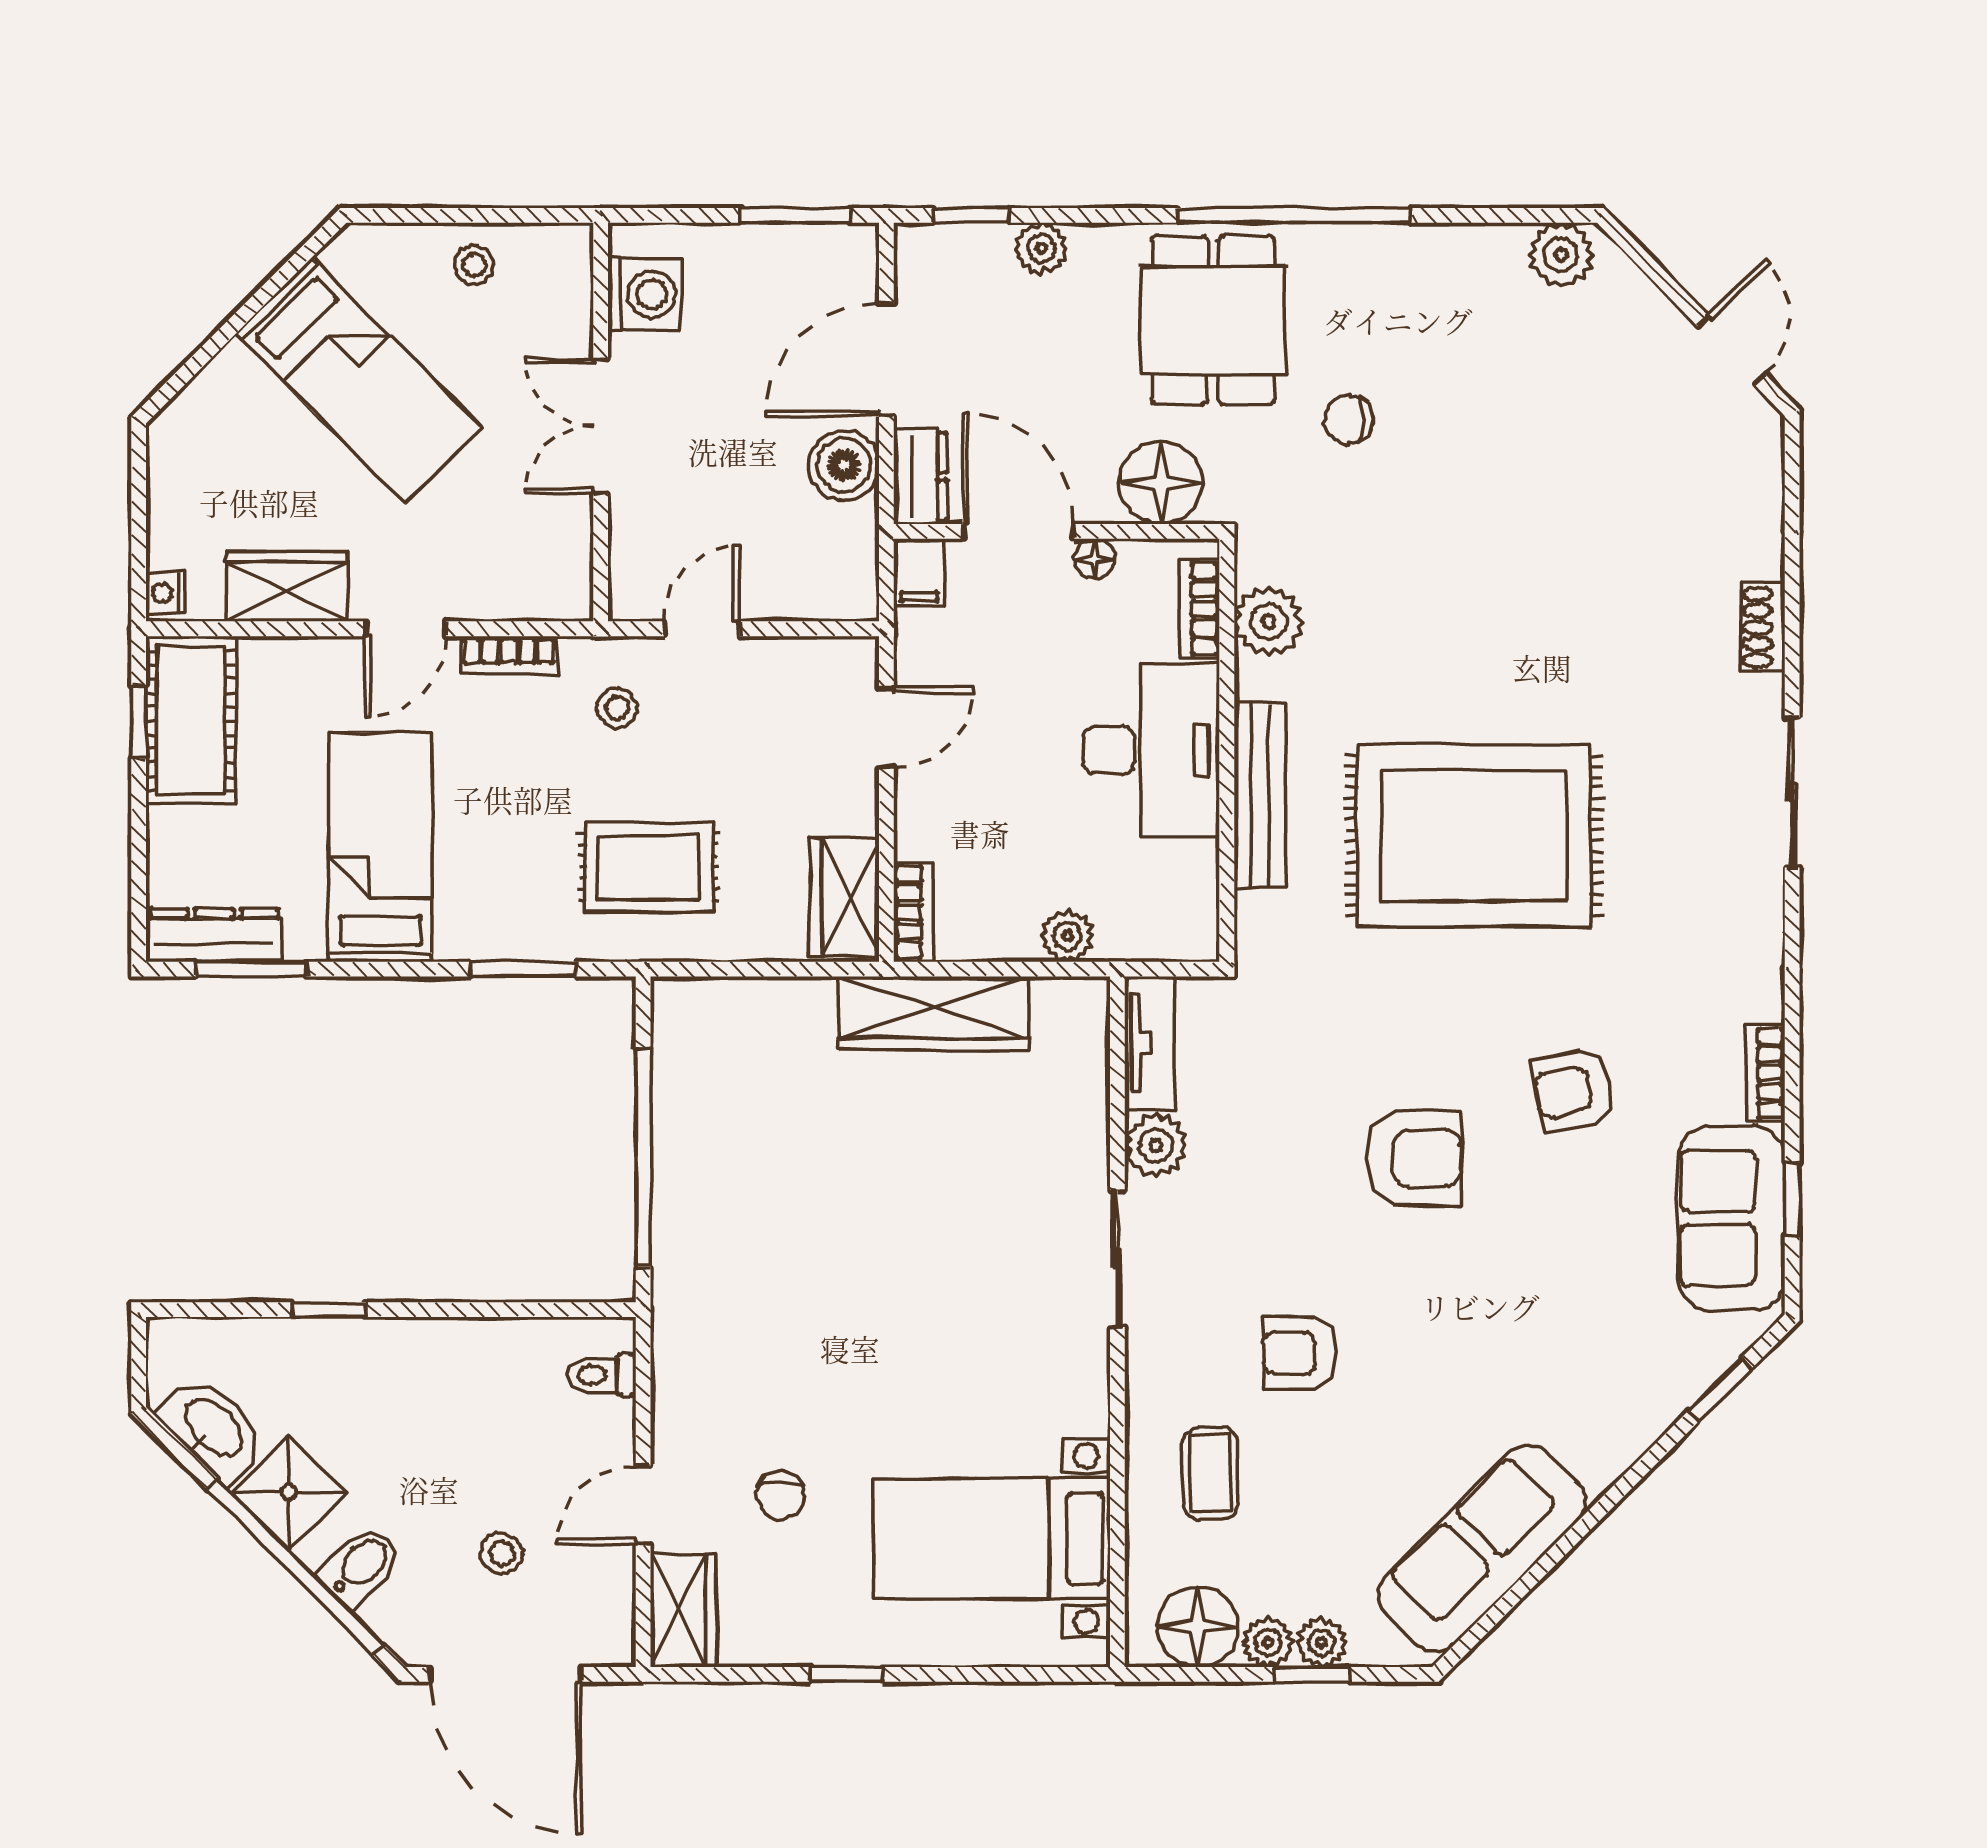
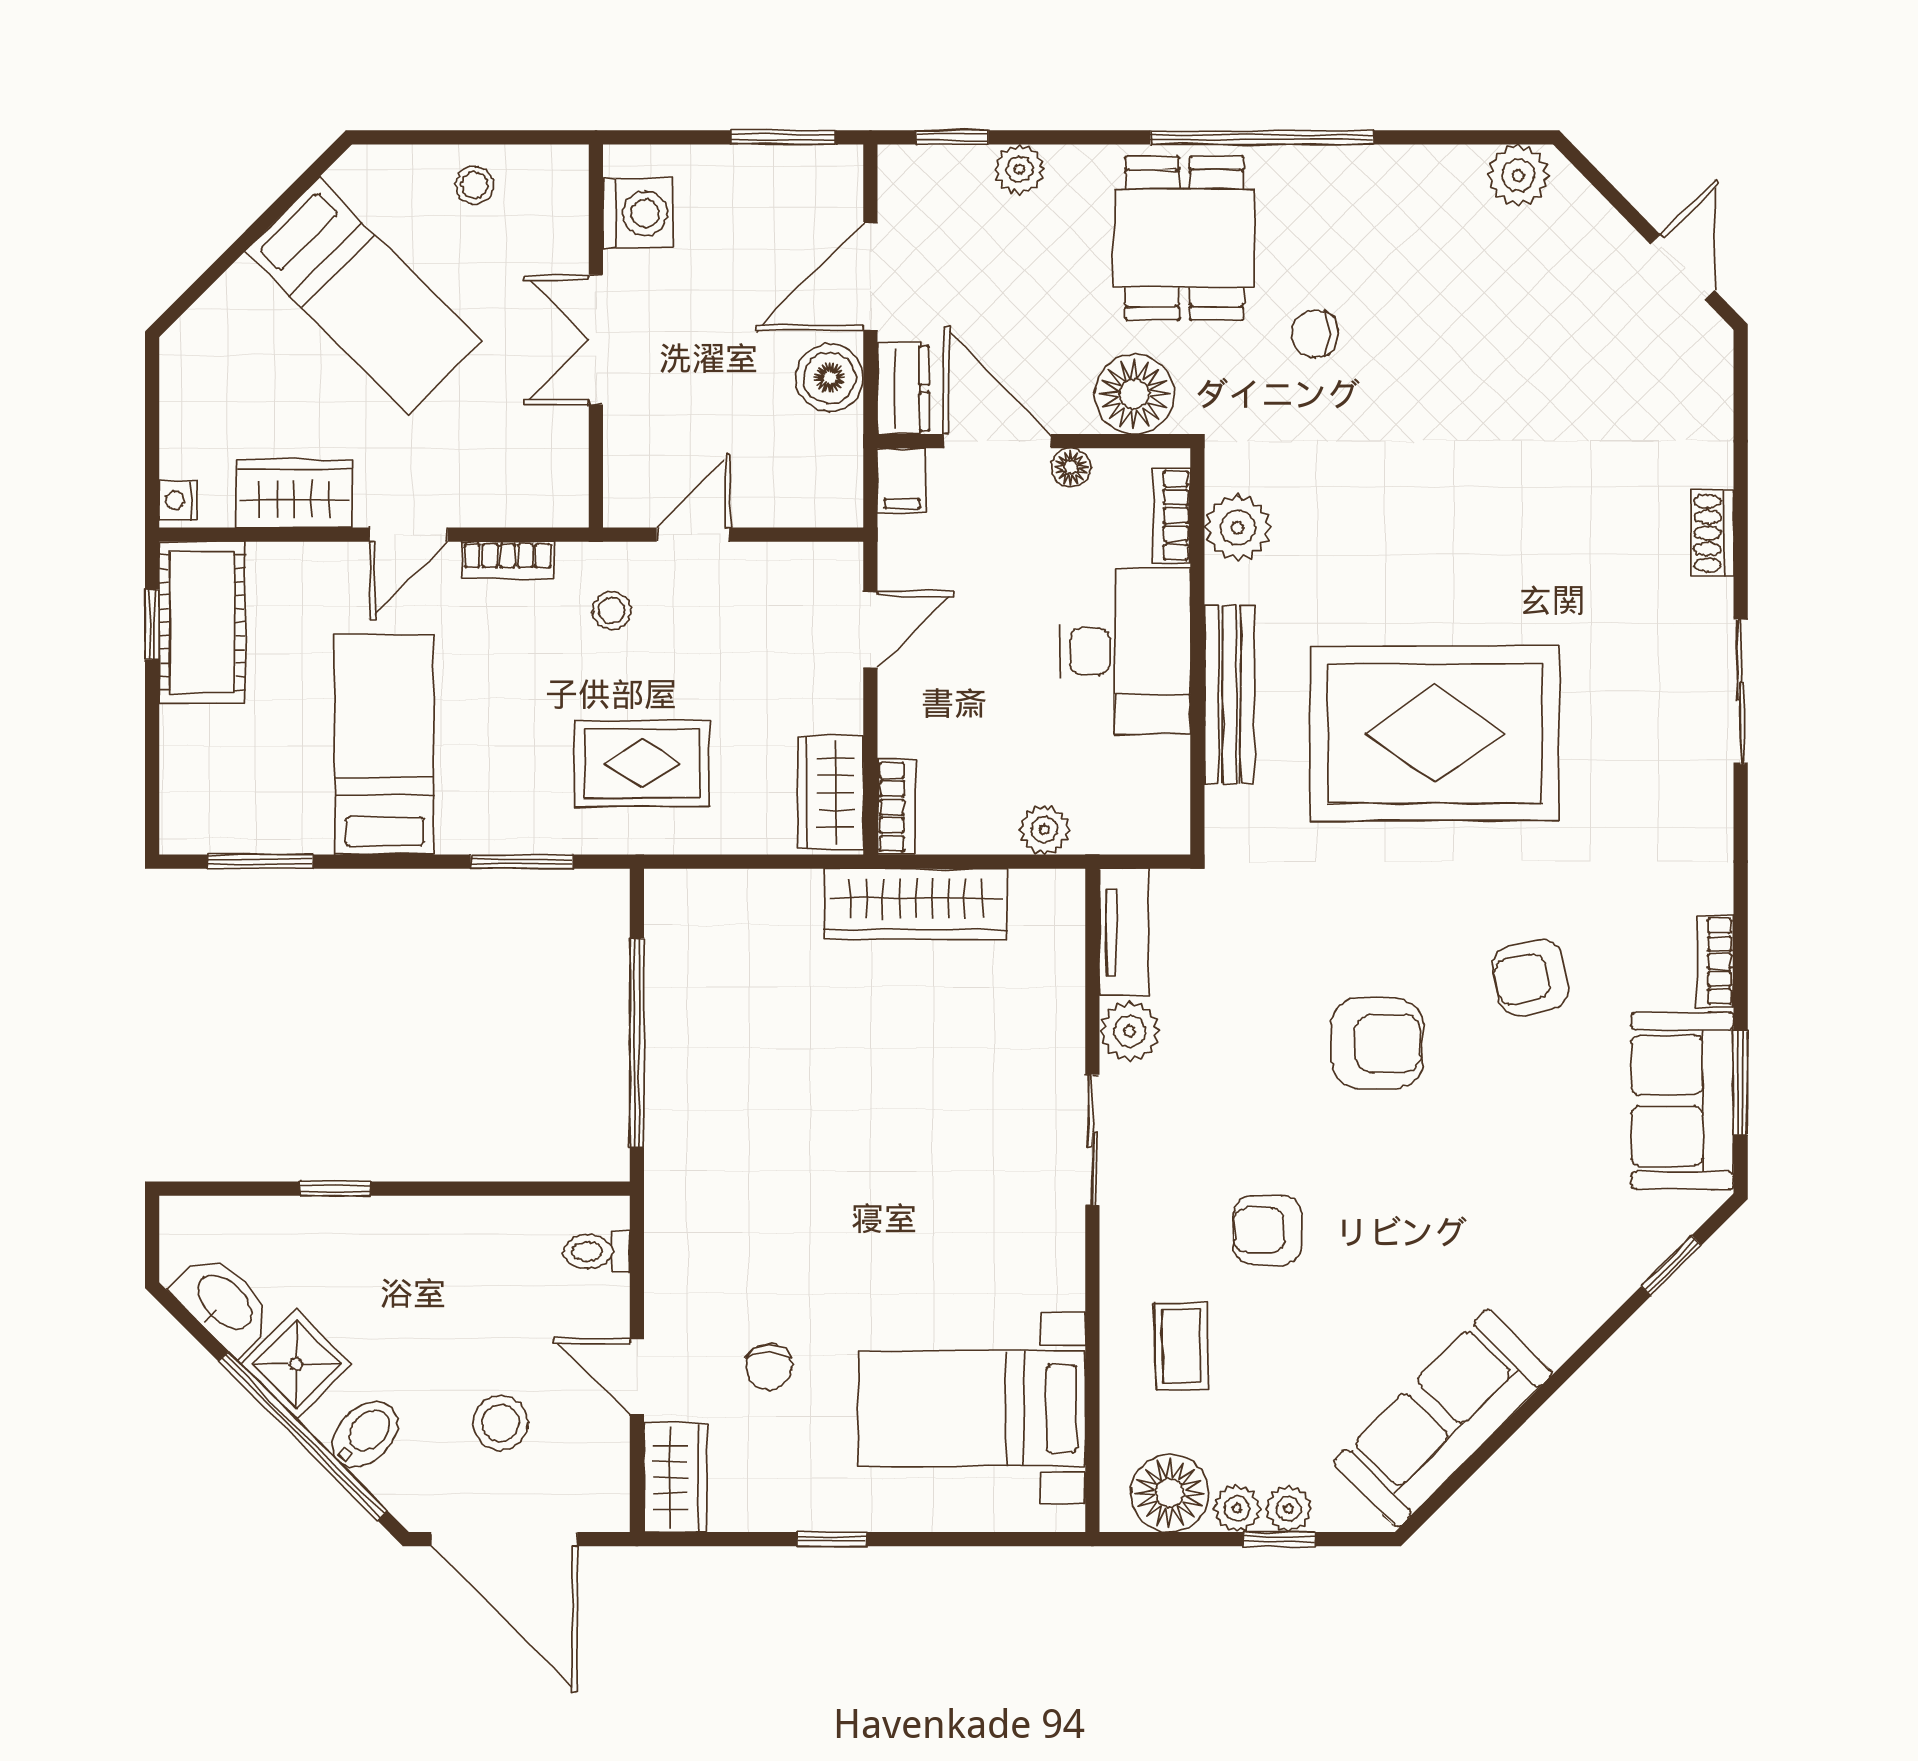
dresser: (214, 935) -> (225, 829), removed
window: (1792, 1199) -> (1741, 1082), width x1.50
door: (643, 1505) -> (637, 1376), hinge flipped
stool: (501, 1554) -> (501, 1423), width x1.37, depth x1.37

